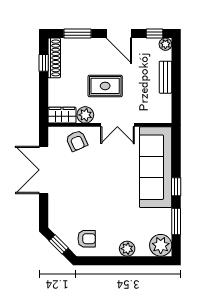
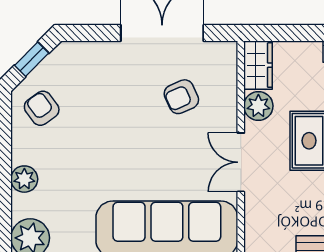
armchair: (77, 141) -> (181, 97), moved
armchair: (87, 239) -> (42, 108), turned 144

